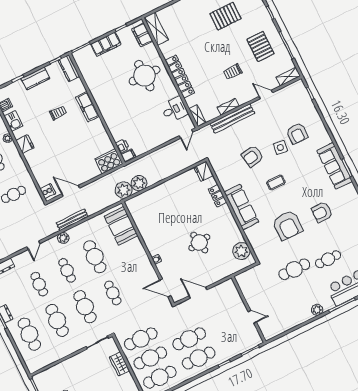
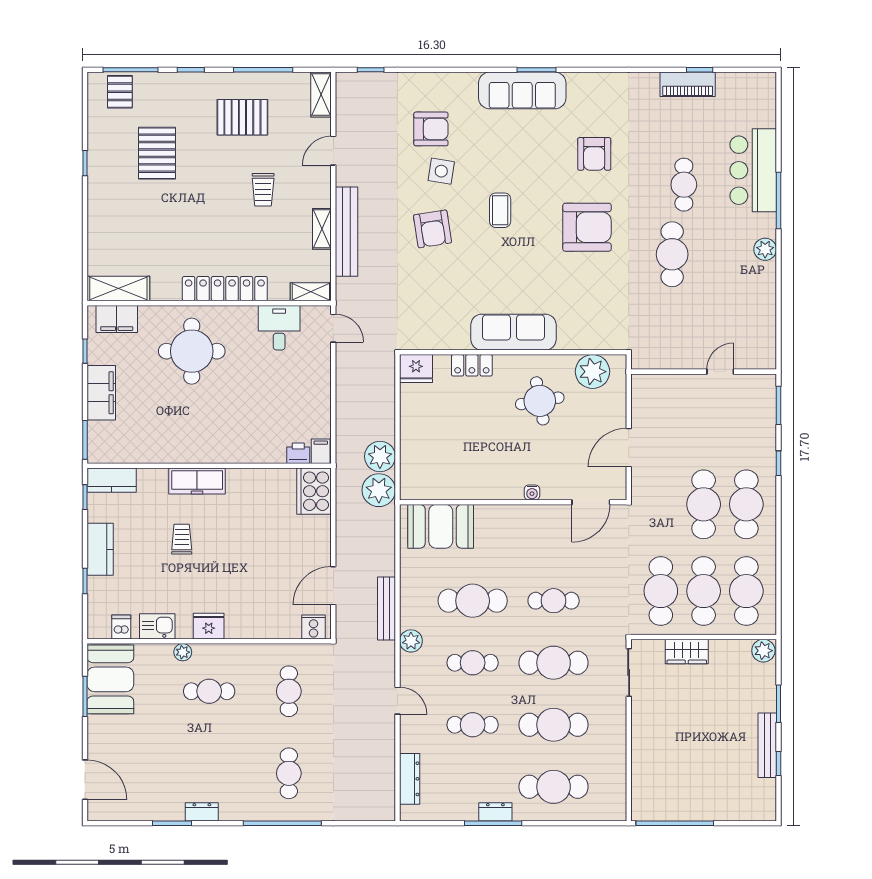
fridge: (204, 171) -> (416, 369), moved
locker: (217, 196) -> (472, 365), moved
sofa: (241, 207) -> (513, 332), moved
wall: (232, 211) -> (513, 352), moved
plant: (241, 251) -> (593, 372), moved

